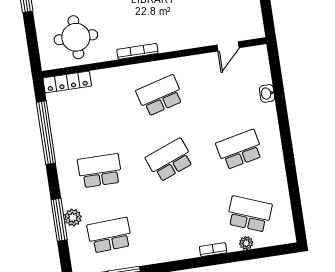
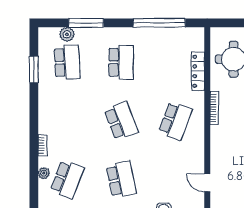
locker: (67, 82) -> (198, 71), moved
school desk: (160, 96) -> (175, 121), turned 36
plant: (73, 218) -> (67, 34), moved

